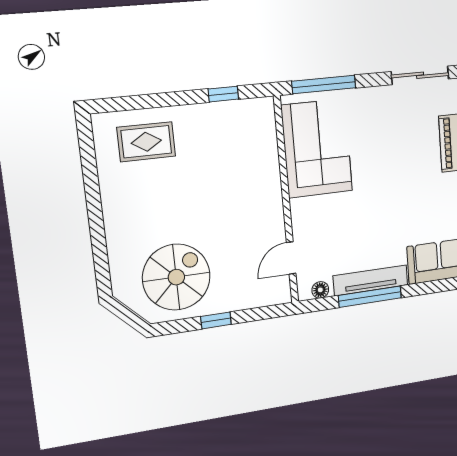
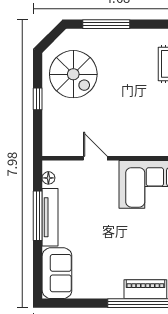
window: (98, 241) -> (106, 24), added
door: (291, 258) -> (95, 158), moved

